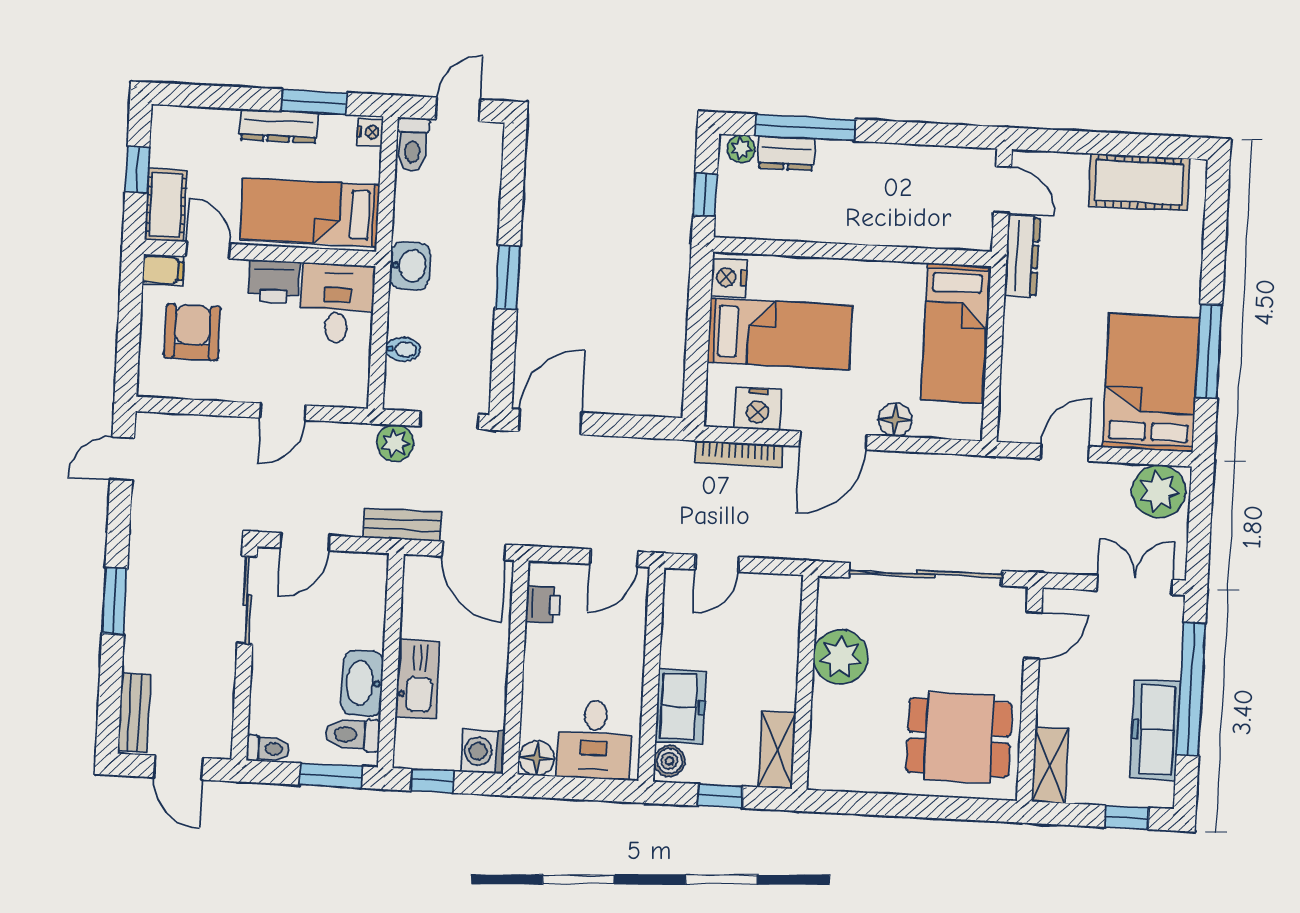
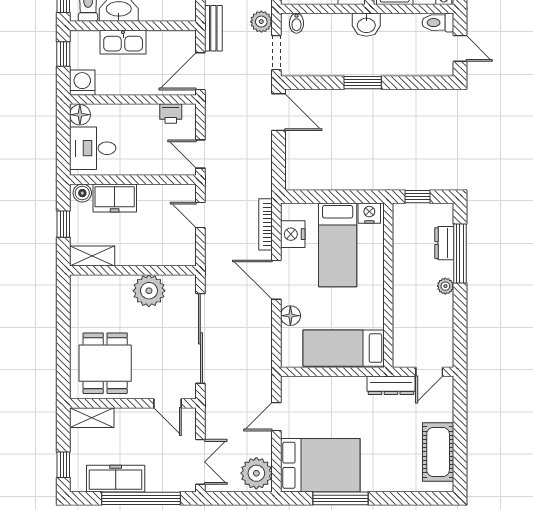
plant: (741, 149) -> (445, 286), moved
bidet: (403, 349) -> (297, 23), moved
door: (1065, 453) -> (276, 417), swing flipped

